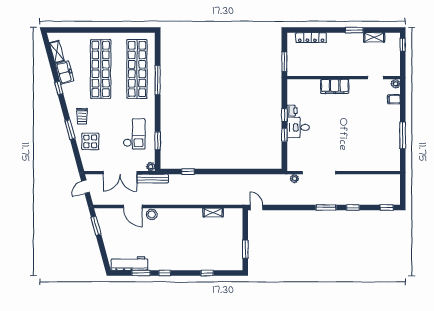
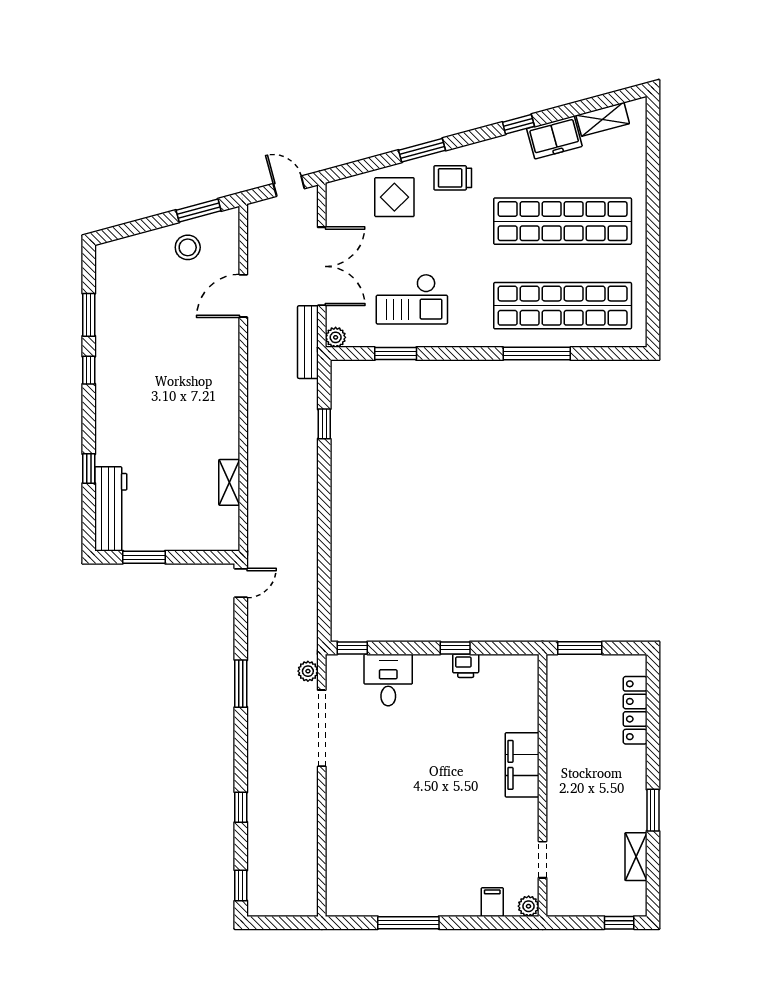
desk: (298, 127) -> (388, 680), moved
window: (284, 135) -> (352, 648), moved
double door: (120, 173) -> (322, 266), swing flipped
window: (326, 208) -> (241, 684), moved
stool: (152, 214) -> (188, 247), moved
workbench: (129, 264) -> (111, 509), moved

